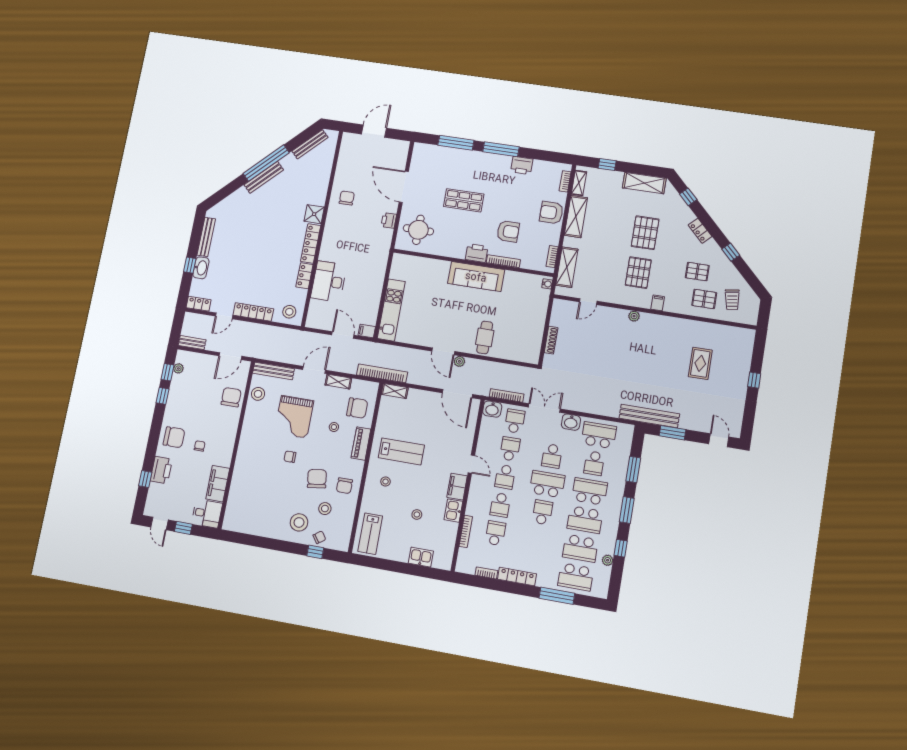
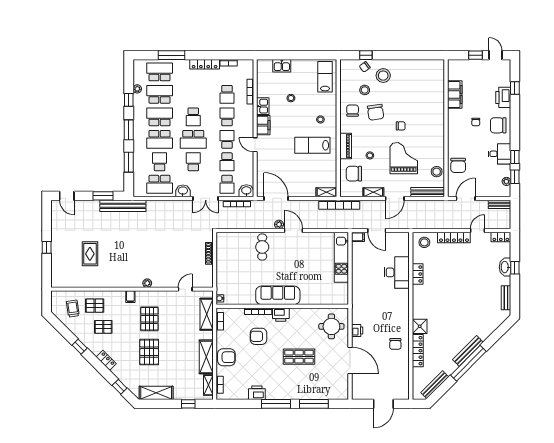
bench: (206, 237) -> (506, 298), width x0.73
locker: (311, 243) -> (418, 351), moved
desk: (207, 513) -> (499, 154), moved, turned 180

